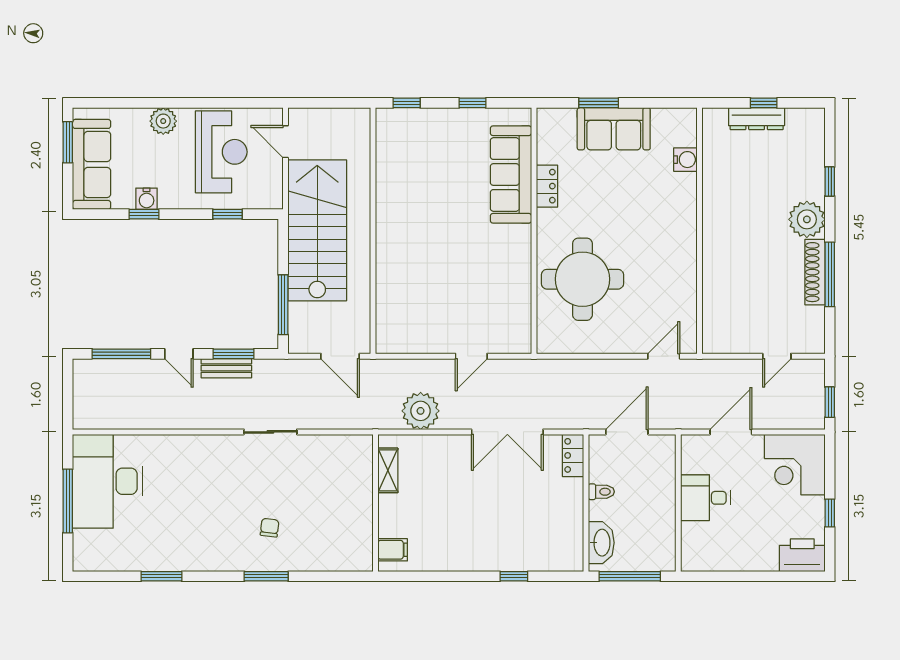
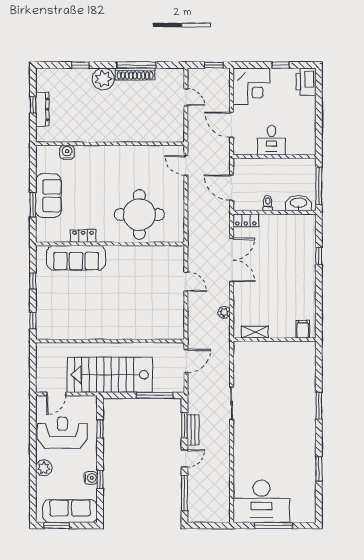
plant: (421, 411) -> (224, 312), width x0.53, depth x0.53
chair: (270, 528) -> (289, 404), removed

